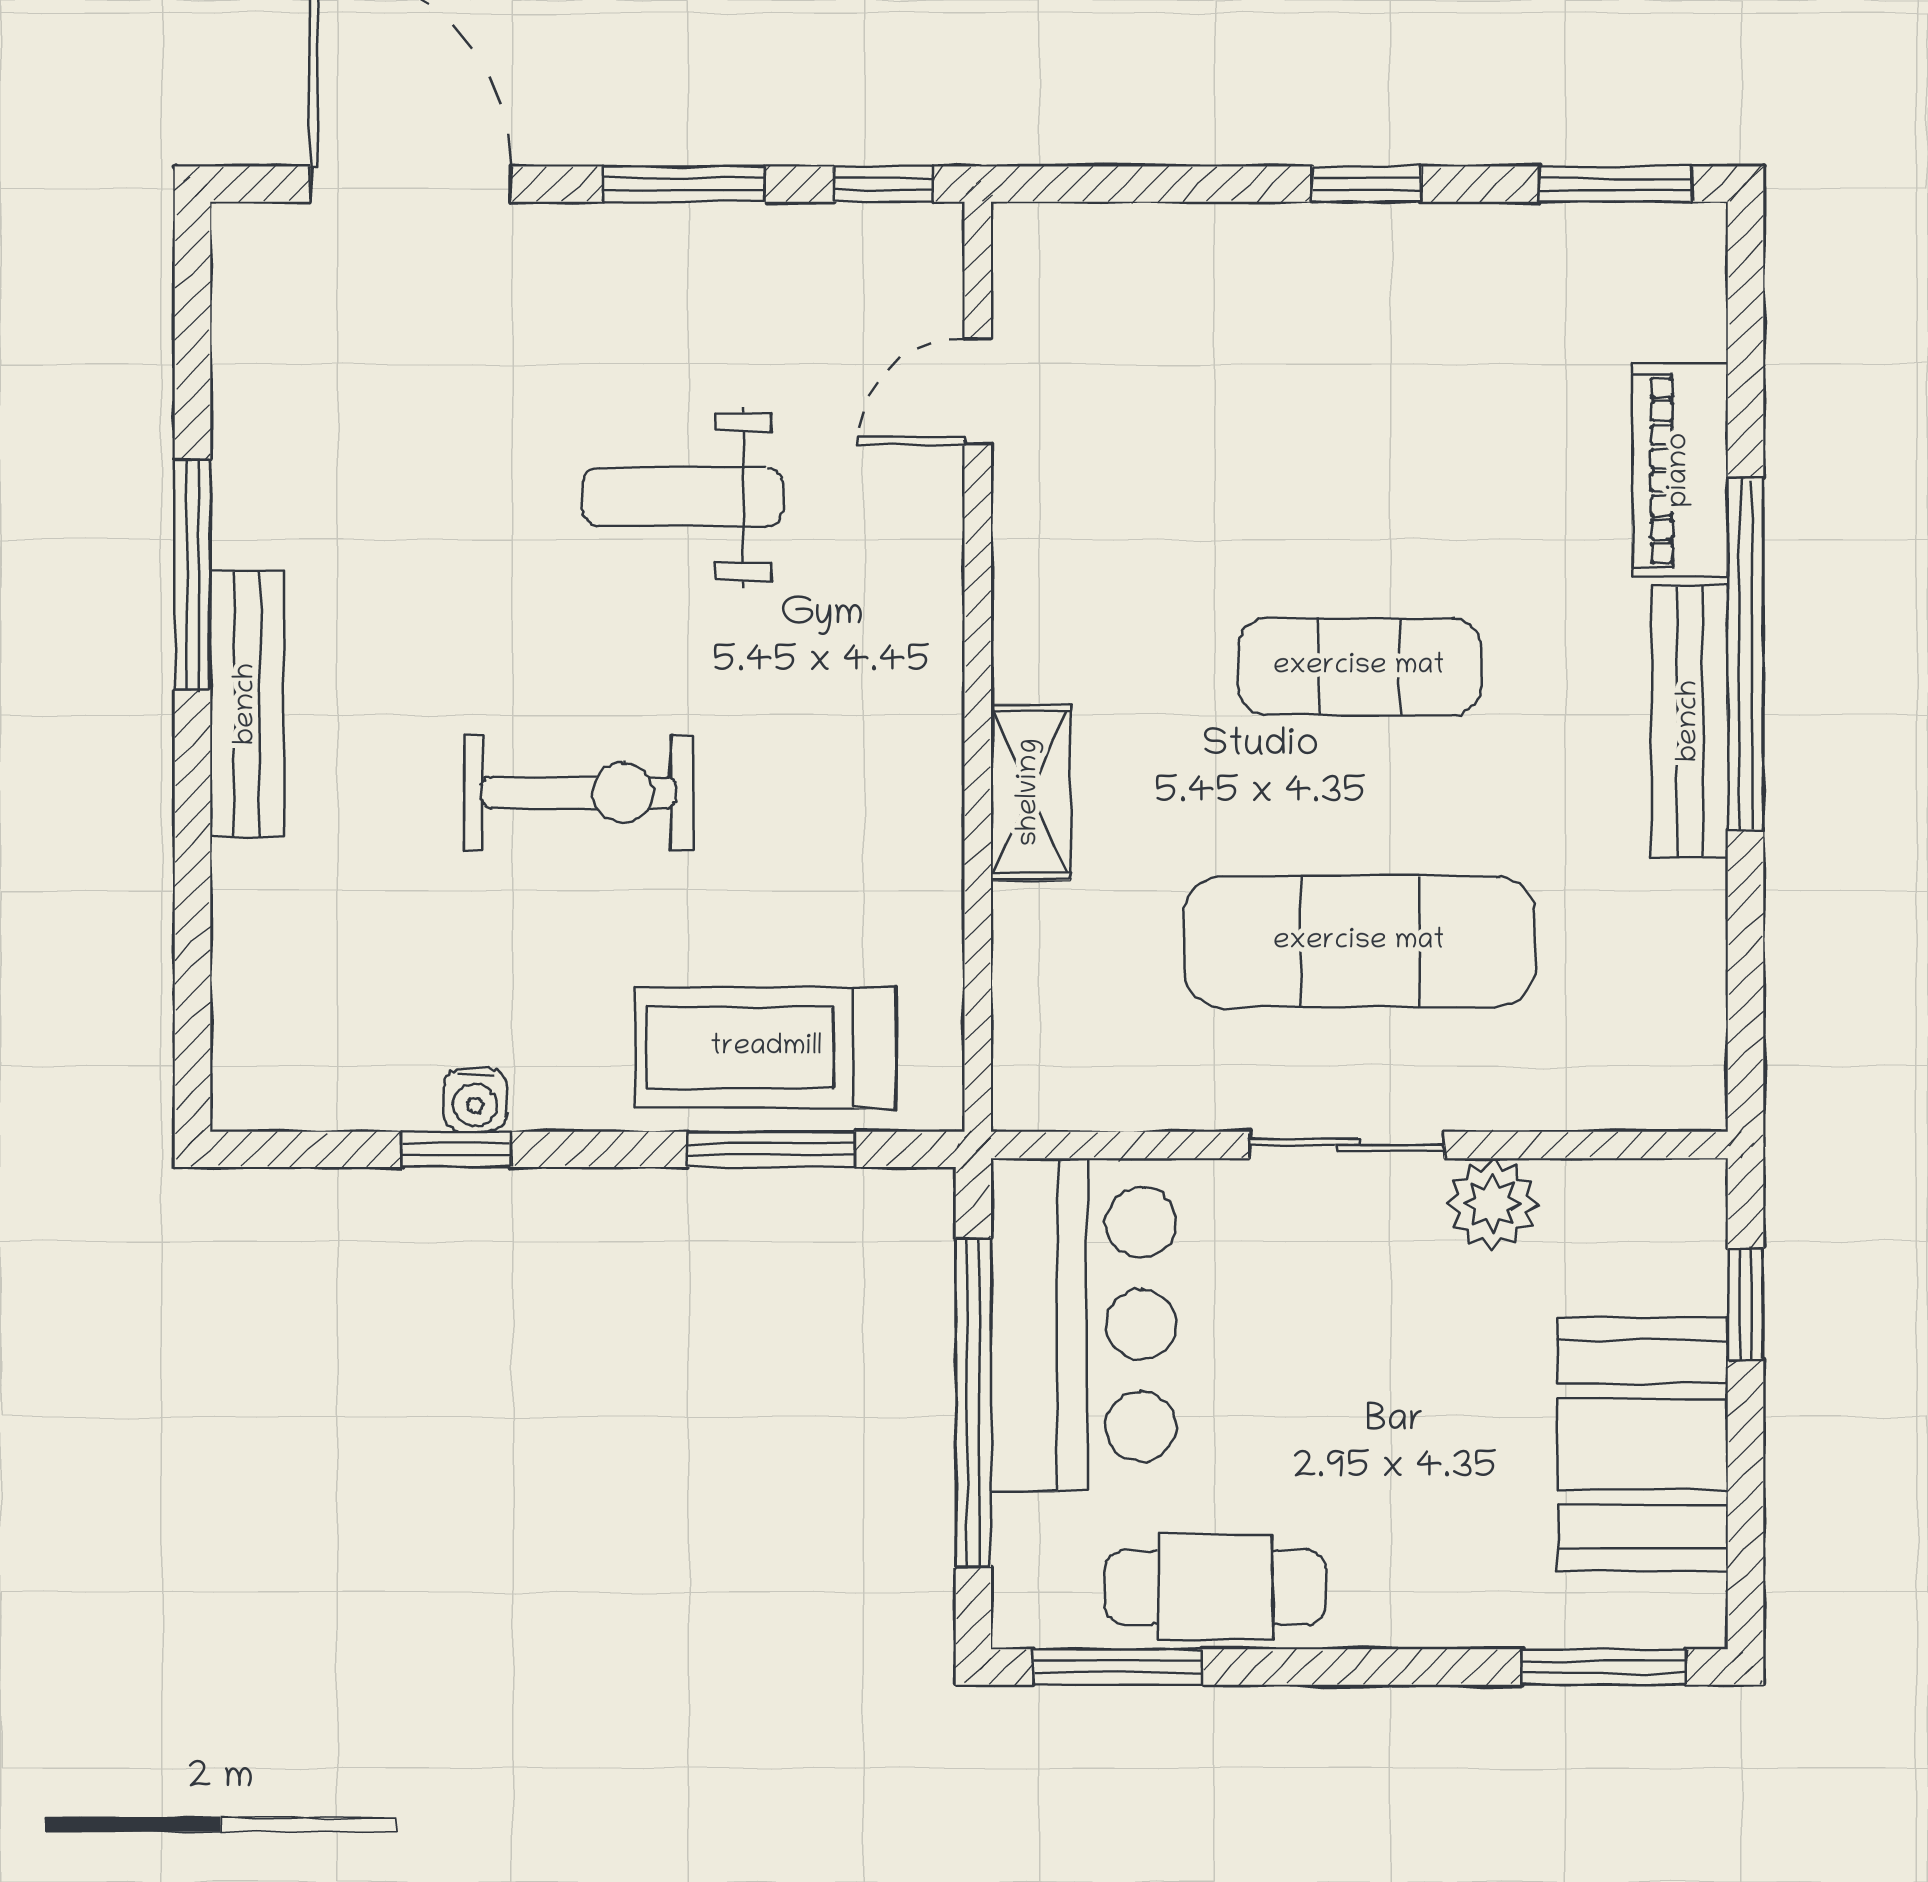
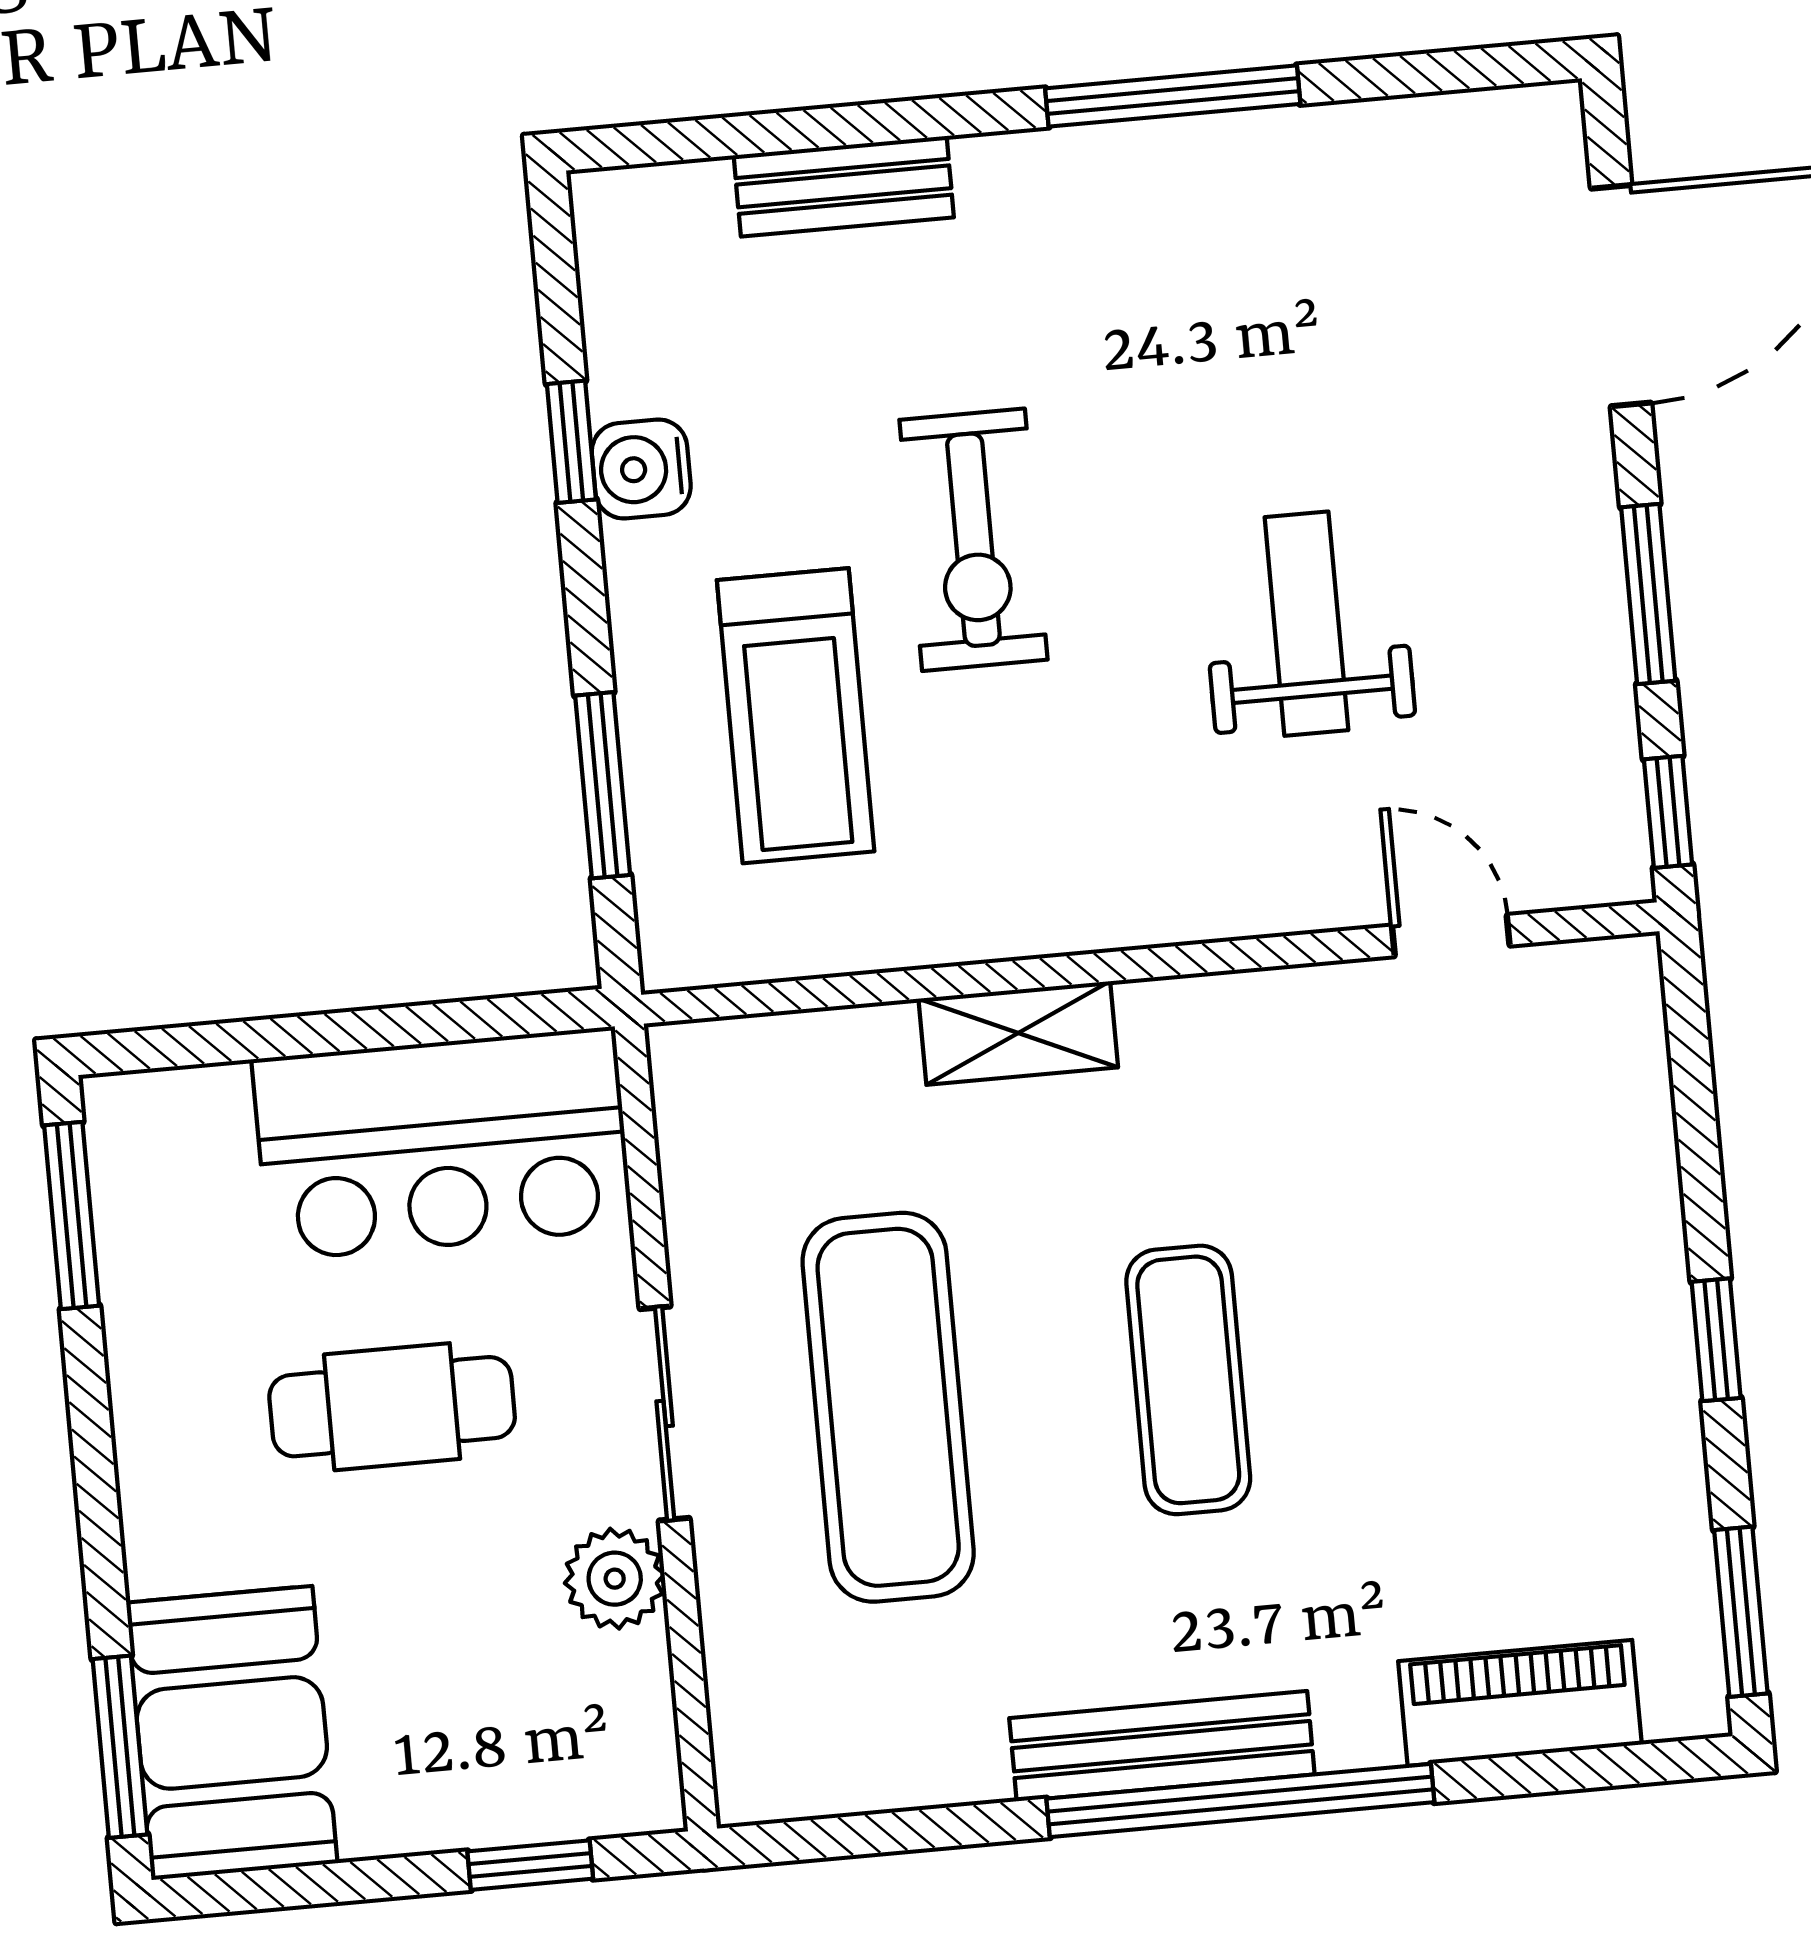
piano: (1680, 470) -> (1520, 1703), moved
bench: (247, 704) -> (844, 186), moved, width x0.73
treadmill: (766, 1048) -> (796, 716), moved, turned 180
water cooler: (475, 1100) -> (641, 469), width x1.38, depth x1.38
window: (973, 1403) -> (346, 1031), removed
booth: (1643, 1444) -> (232, 1733), moved, turned 90
cafe table: (1215, 1587) -> (392, 1407), moved, turned 90

